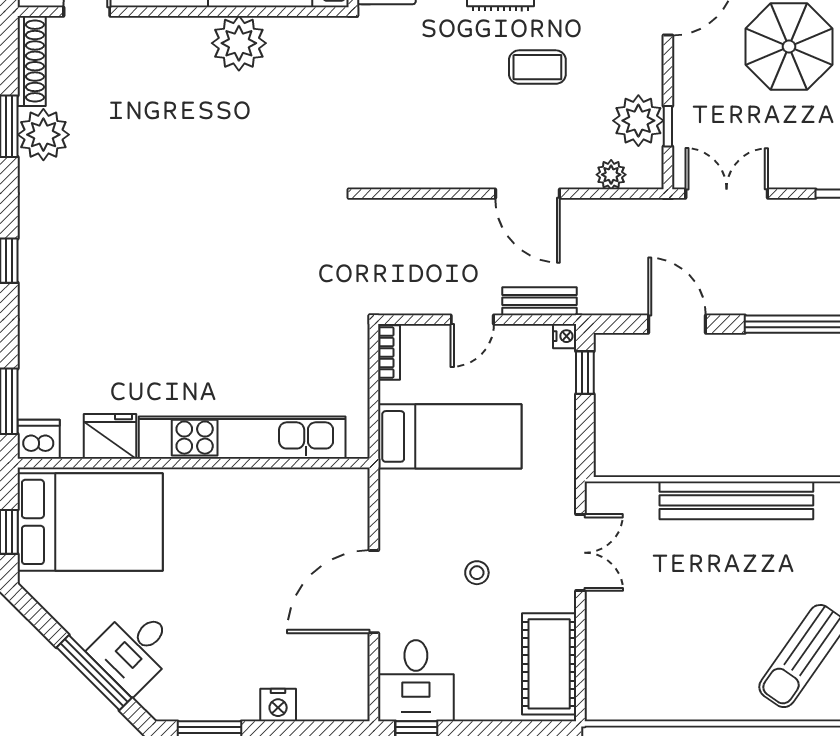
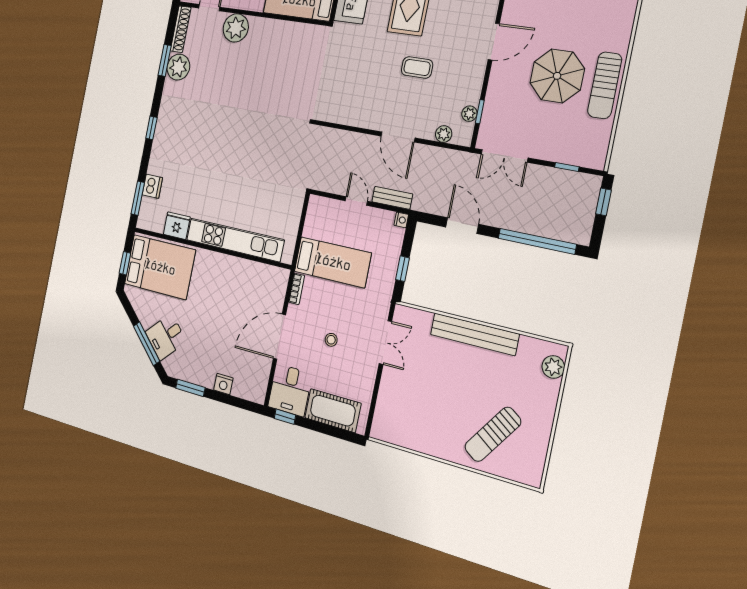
plant: (239, 43) -> (236, 28), moved
plant: (638, 121) -> (469, 114), width x0.53, depth x0.53
double door: (727, 194) -> (504, 156), swing flipped
door: (472, 320) -> (356, 201), swing flipped
bookcase: (389, 353) -> (297, 289), moved
window: (585, 373) -> (403, 269), moved
dishwasher: (39, 439) -> (152, 186), moved, turned 90
cot: (549, 664) -> (333, 411), moved, turned 90

